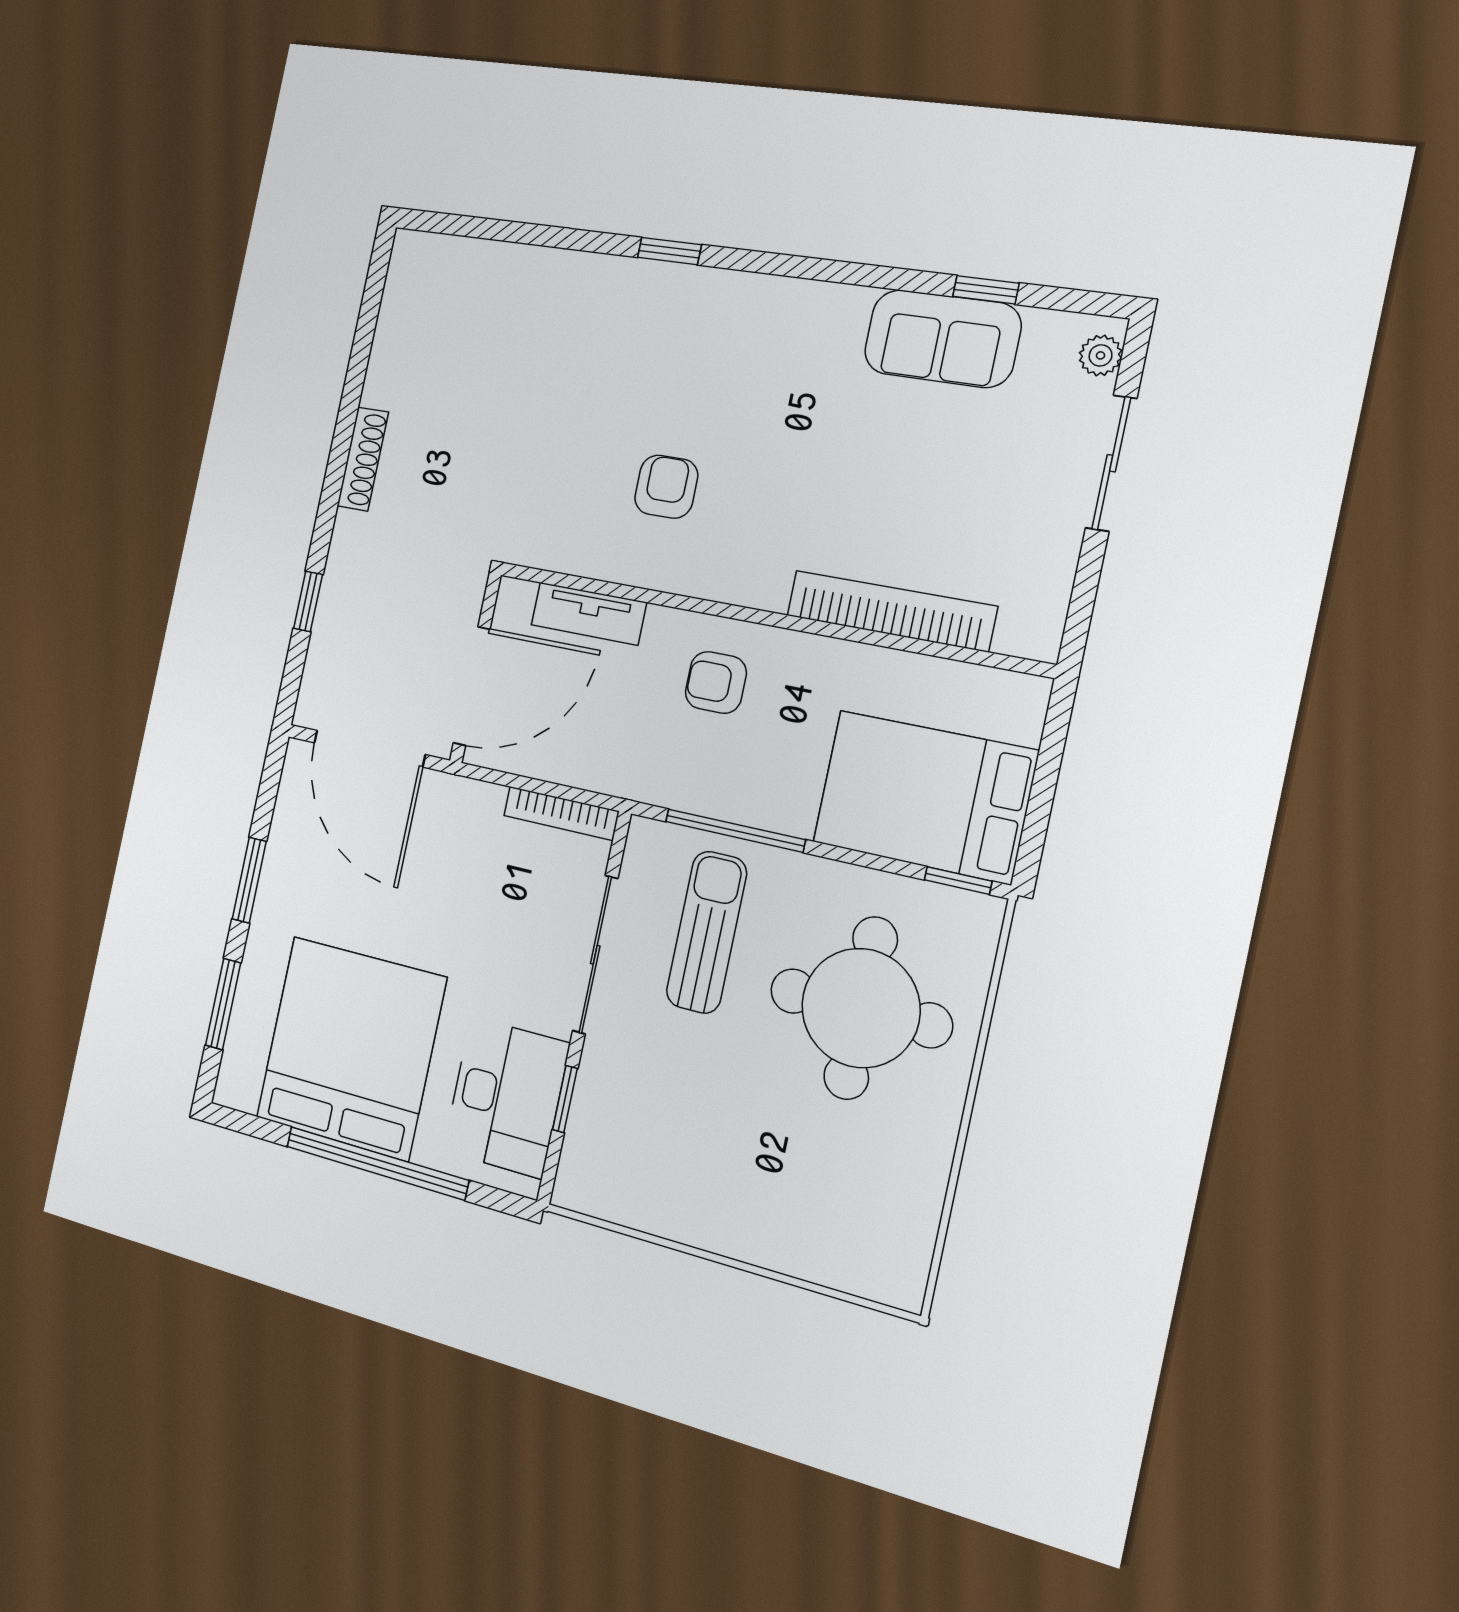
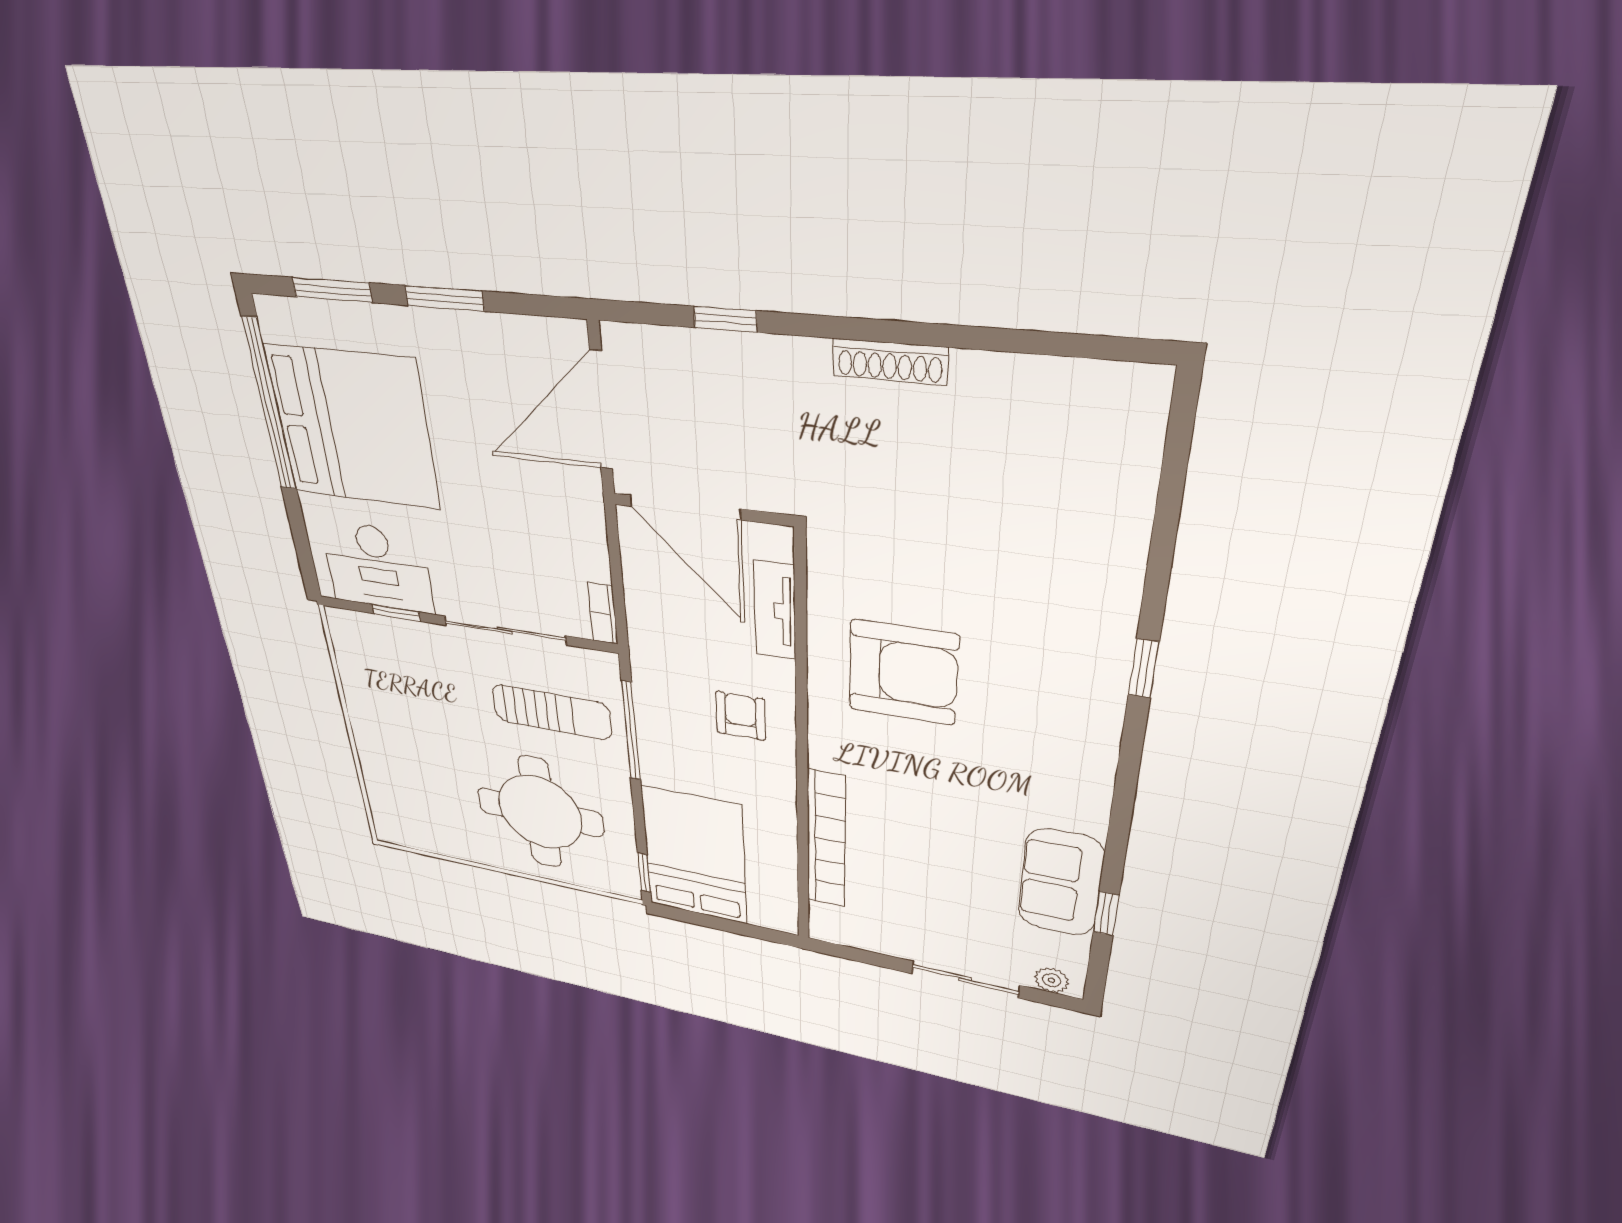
armchair: (666, 487) -> (903, 673), width x1.88, depth x1.88
bookcase: (561, 813) -> (603, 613), width x0.64
window: (377, 1163) -> (270, 405), moved

